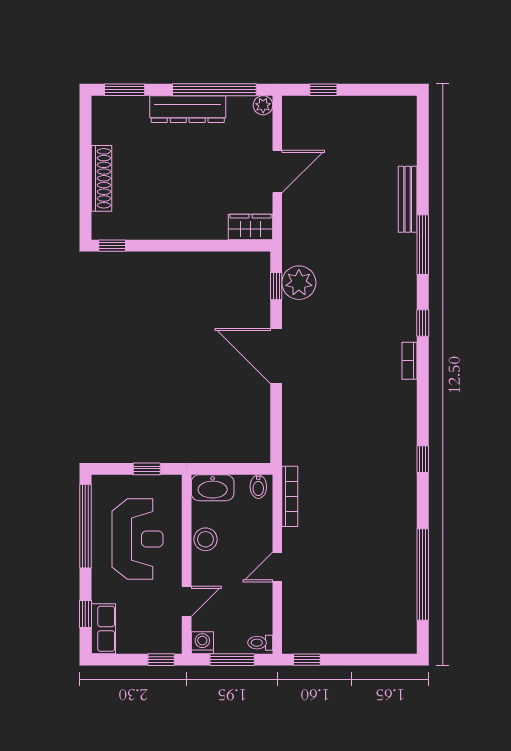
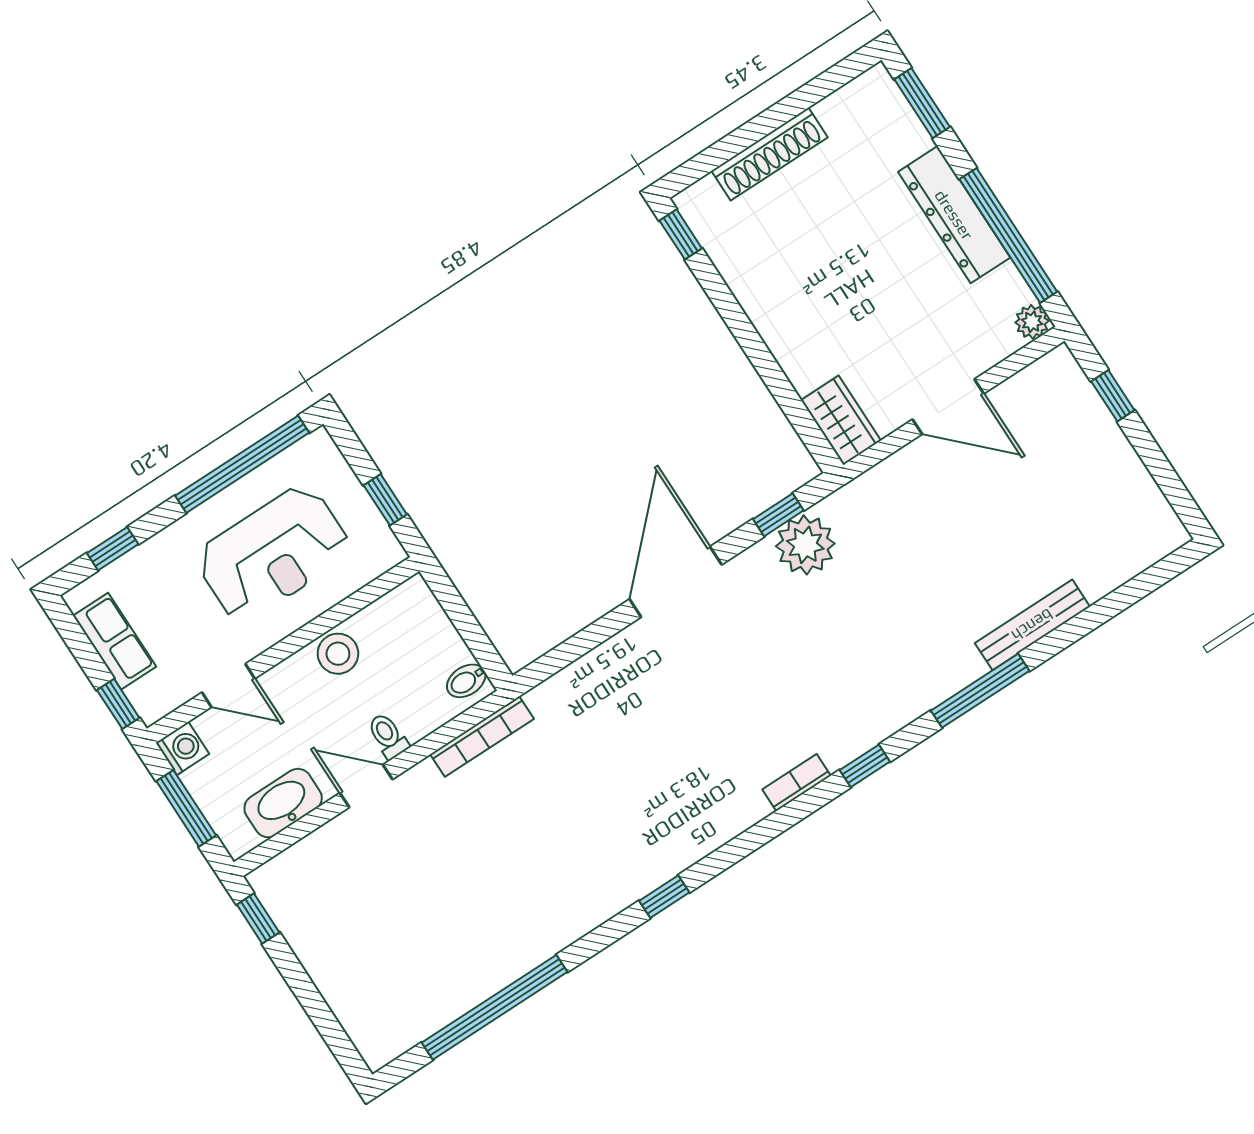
washbasin: (213, 488) -> (283, 803), moved, turned 90
row of seats: (103, 629) -> (115, 641), moved, turned -90
toilet: (260, 643) -> (388, 736), moved

